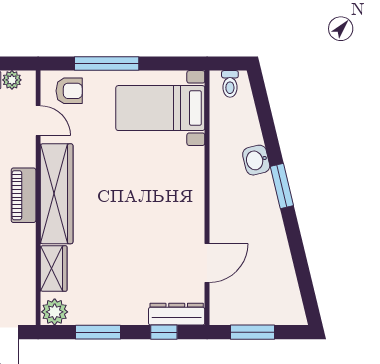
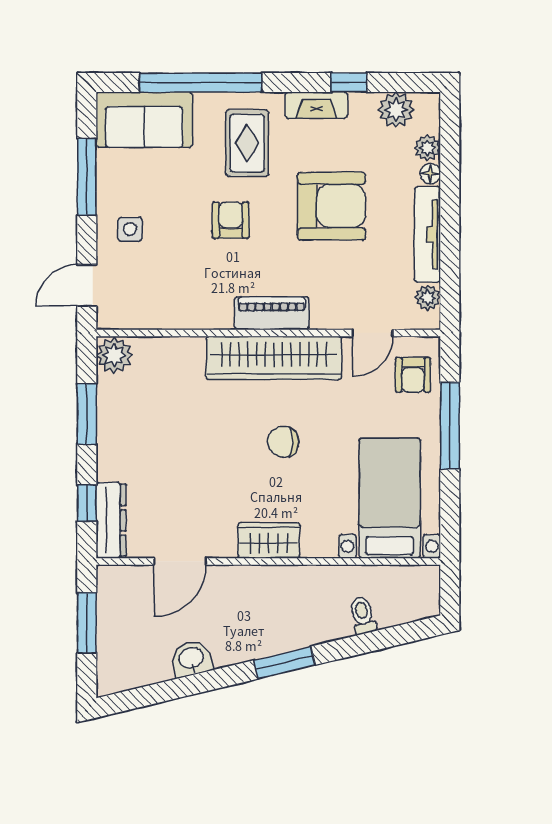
toilet: (230, 84) -> (363, 615), moved, turned 76
washbasin: (256, 160) -> (191, 659), moved
chair: (119, 187) -> (283, 442), added
door: (207, 263) -> (180, 561), hinge flipped
wardrobe: (54, 269) -> (269, 540), moved, turned 180

